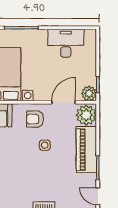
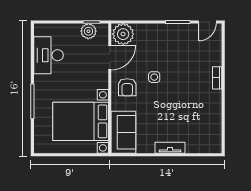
plant: (89, 93) -> (88, 31), moved
door: (64, 102) -> (110, 58), swing flipped
piano: (86, 150) -> (159, 34), removed

